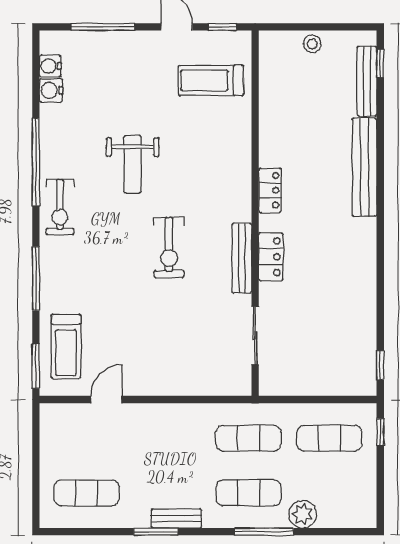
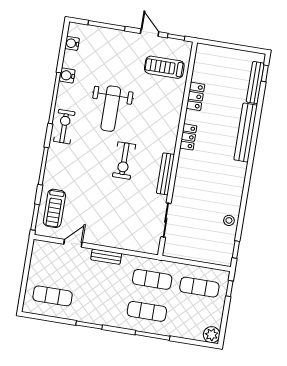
stool: (312, 44) -> (229, 220), moved
water cooler: (51, 90) -> (67, 75), moved
weight bench: (133, 164) -> (111, 109), width x1.36, depth x1.33
exercise bike: (60, 207) -> (64, 127), turned 180
locker: (271, 257) -> (196, 96), moved
plant: (303, 514) -> (212, 335), moved
bench: (176, 518) -> (106, 257), moved

